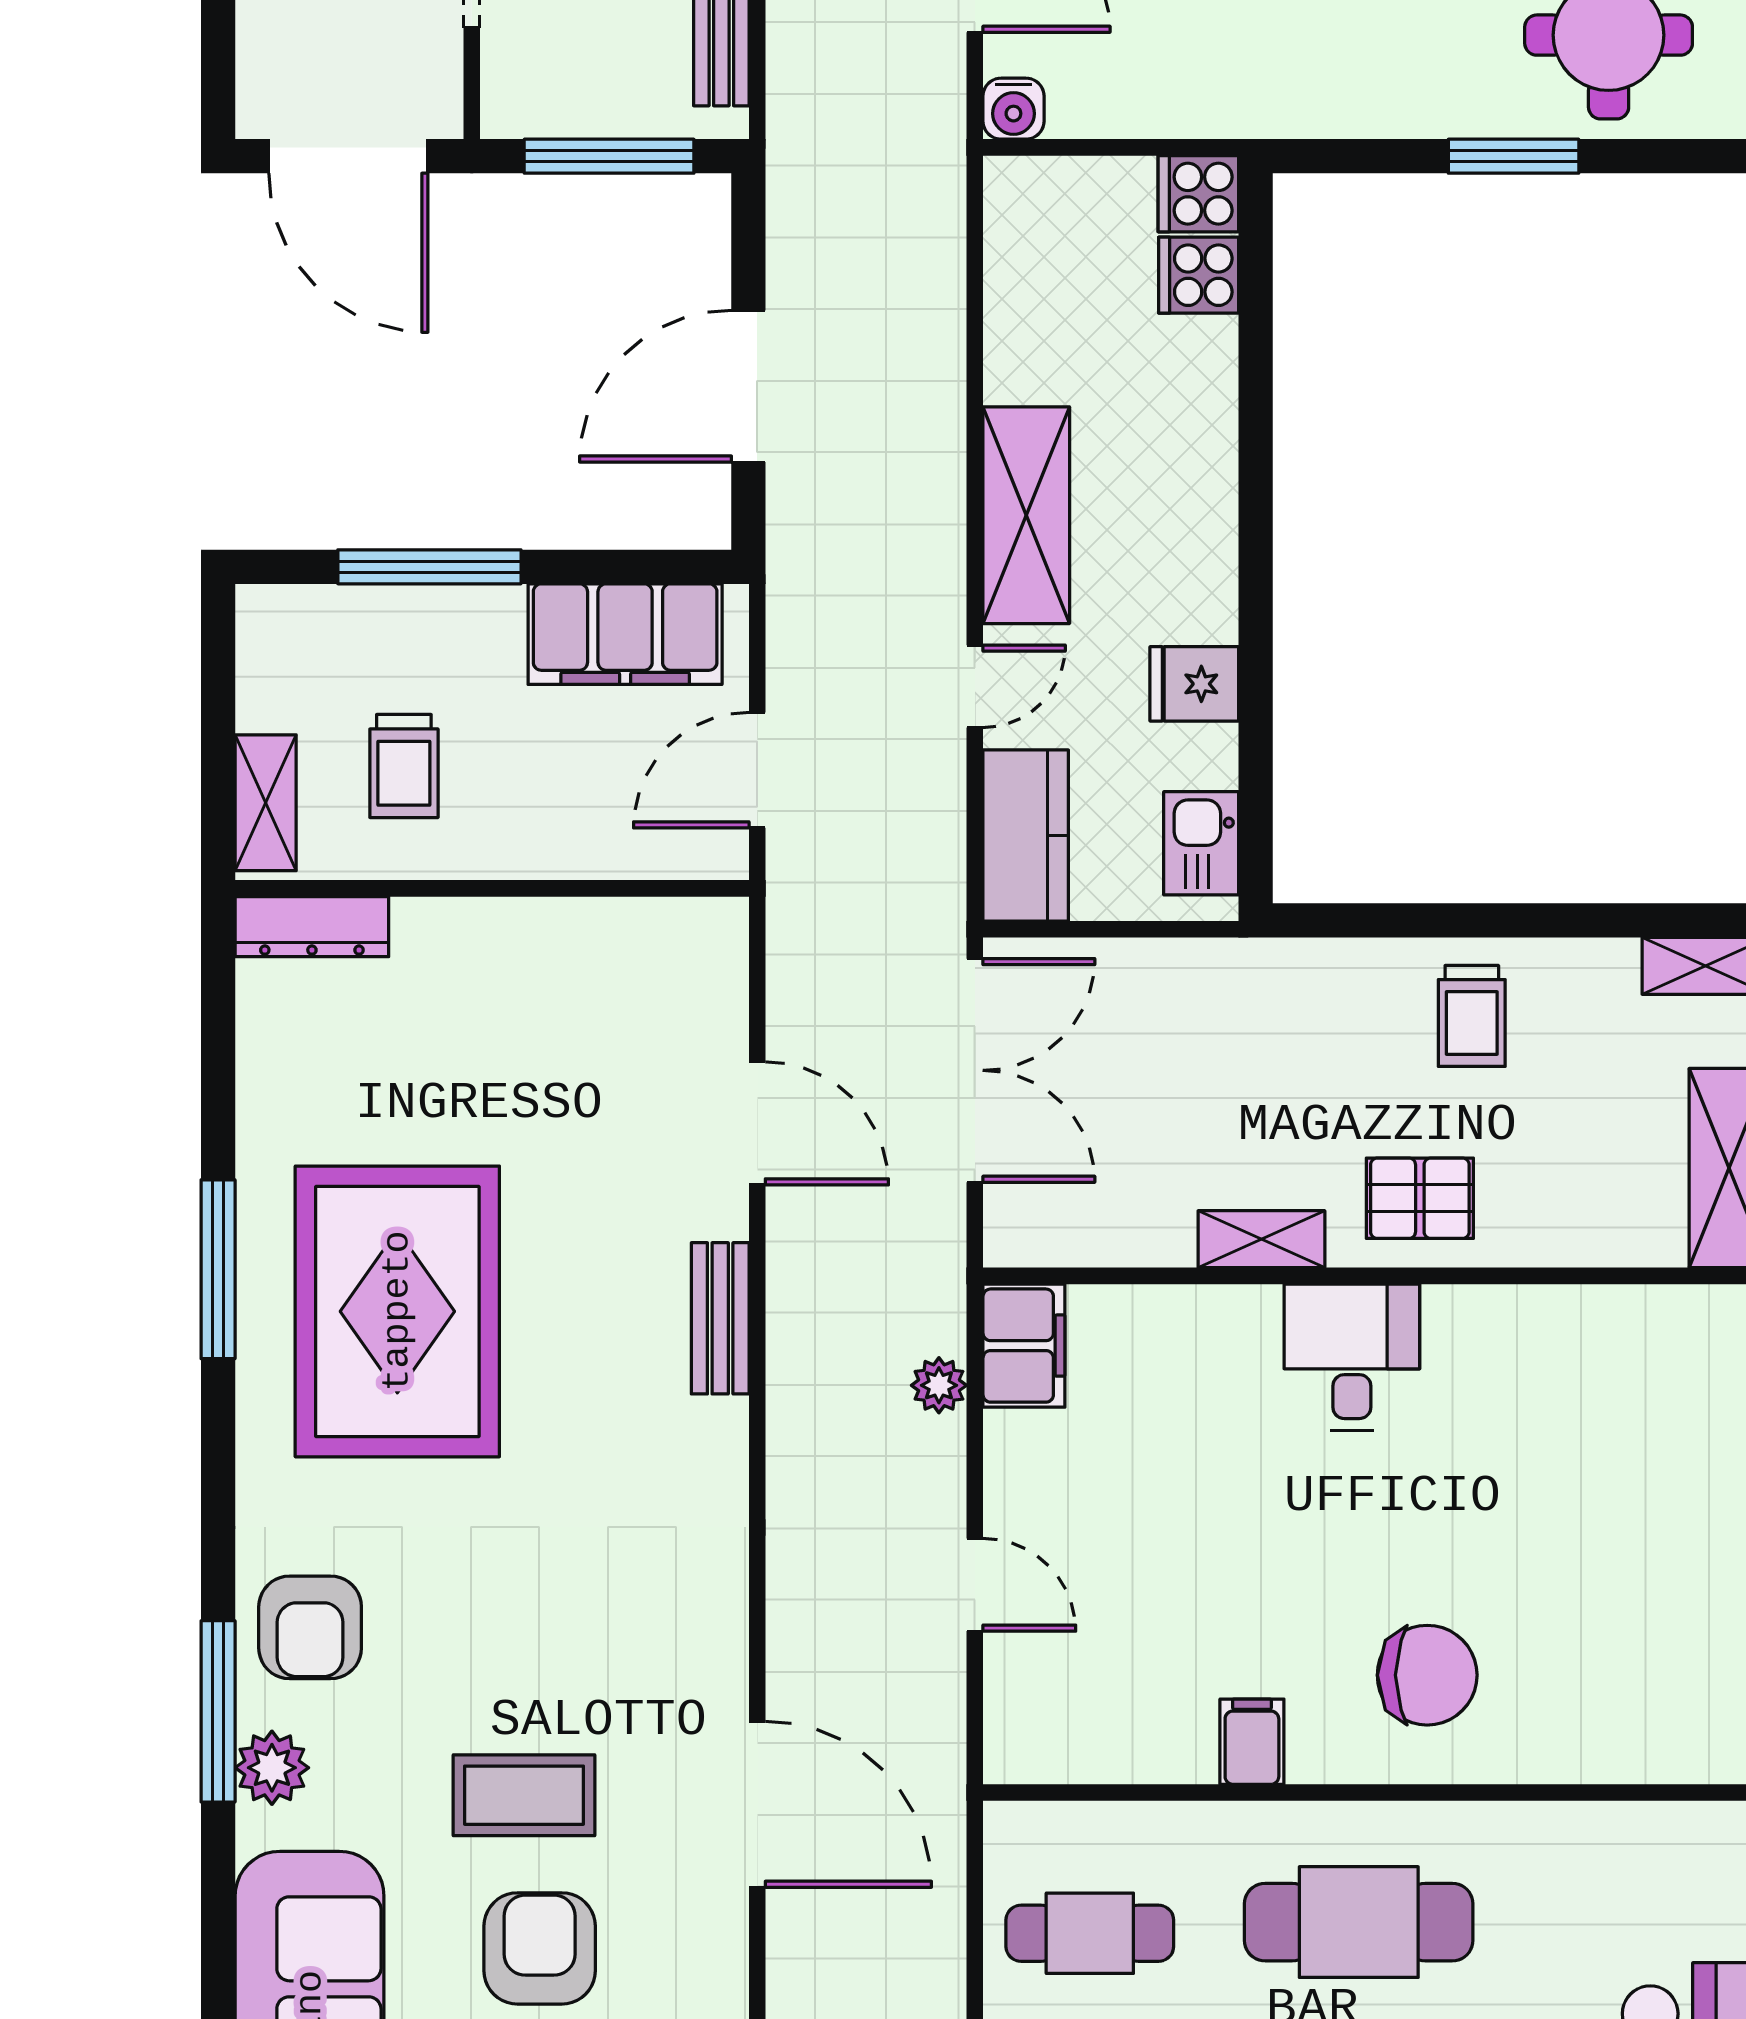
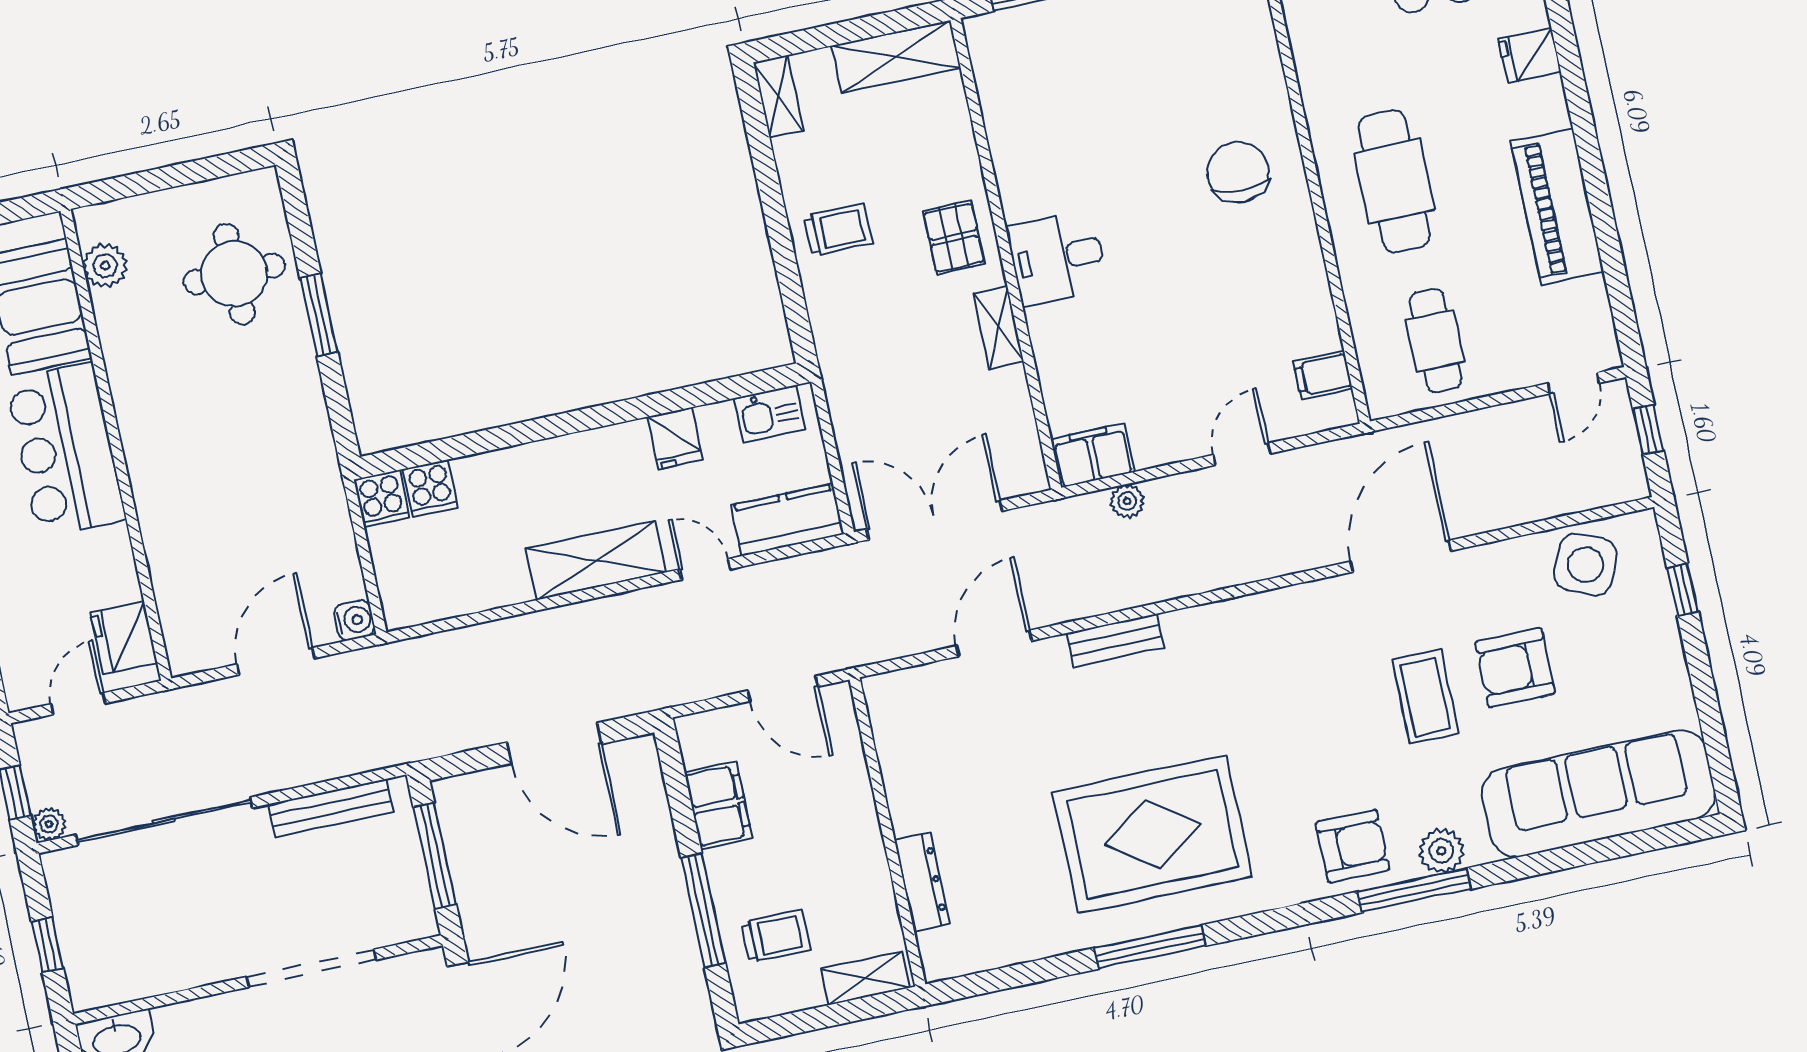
filing cabinet: (625, 634) -> (718, 805), width x0.67, depth x0.86
trolley: (404, 766) -> (776, 936), moved
dresser: (312, 927) -> (922, 882), moved
filing cabinet: (1252, 1742) -> (1323, 375), moved

